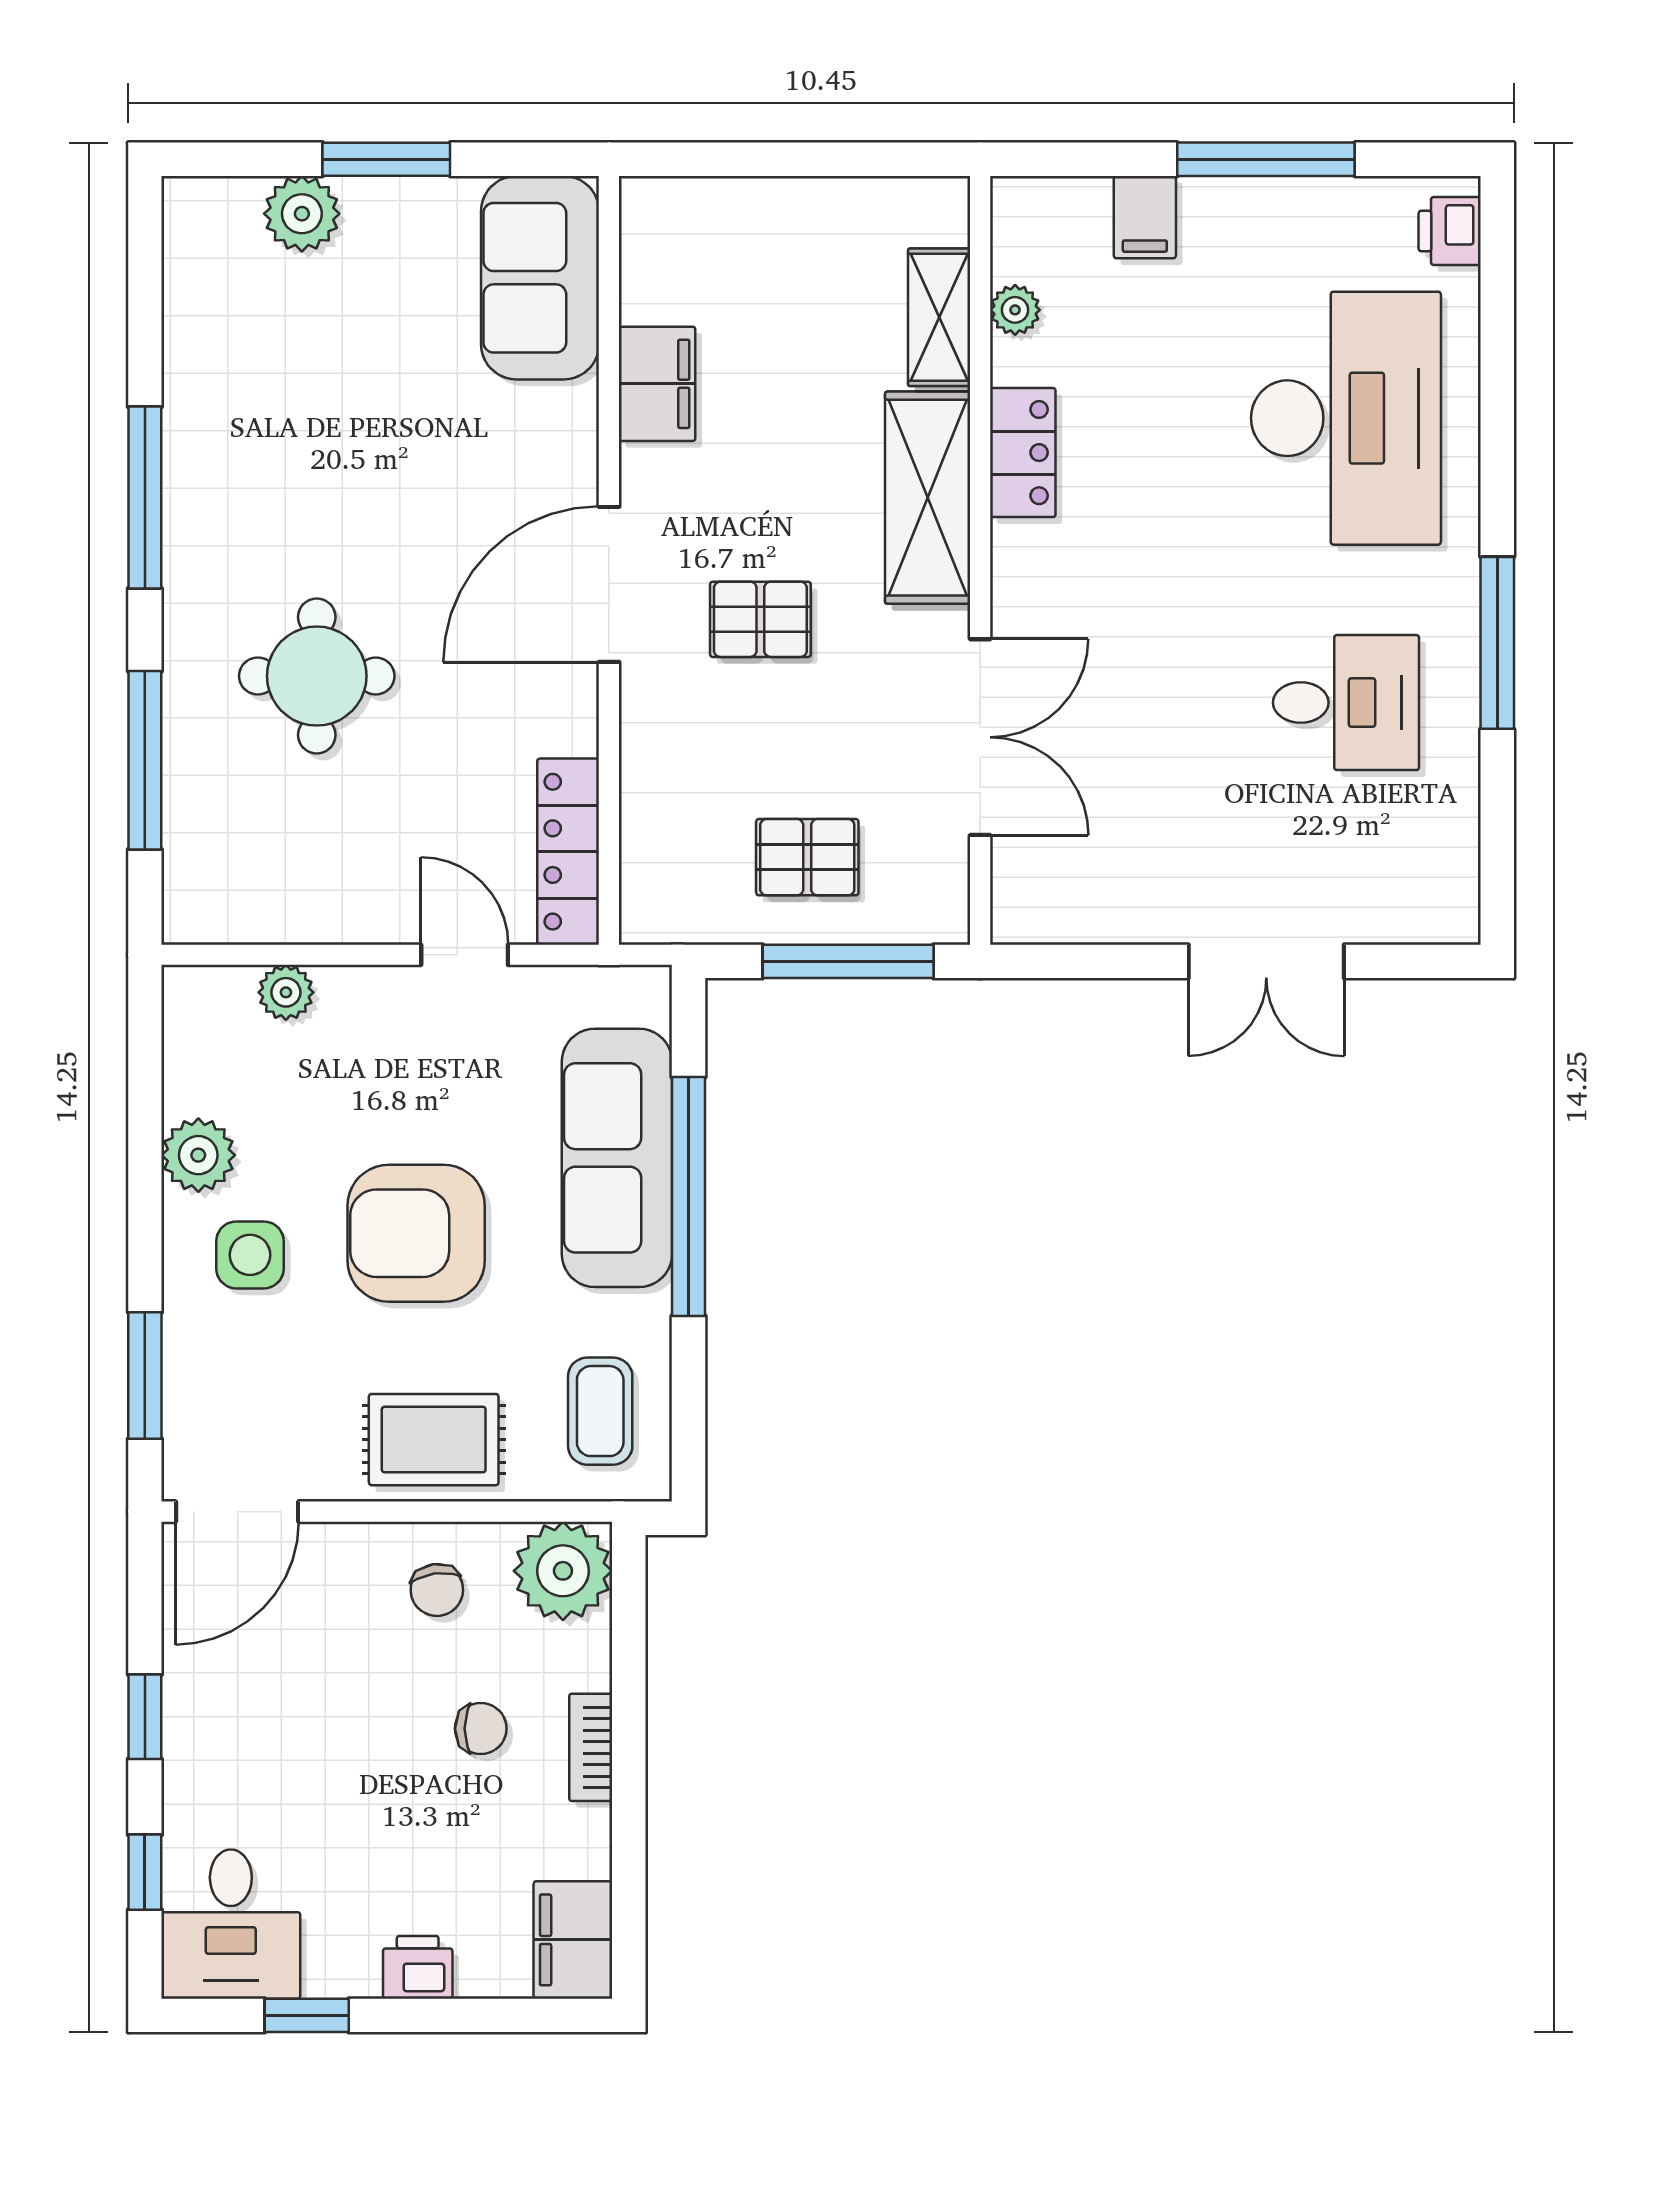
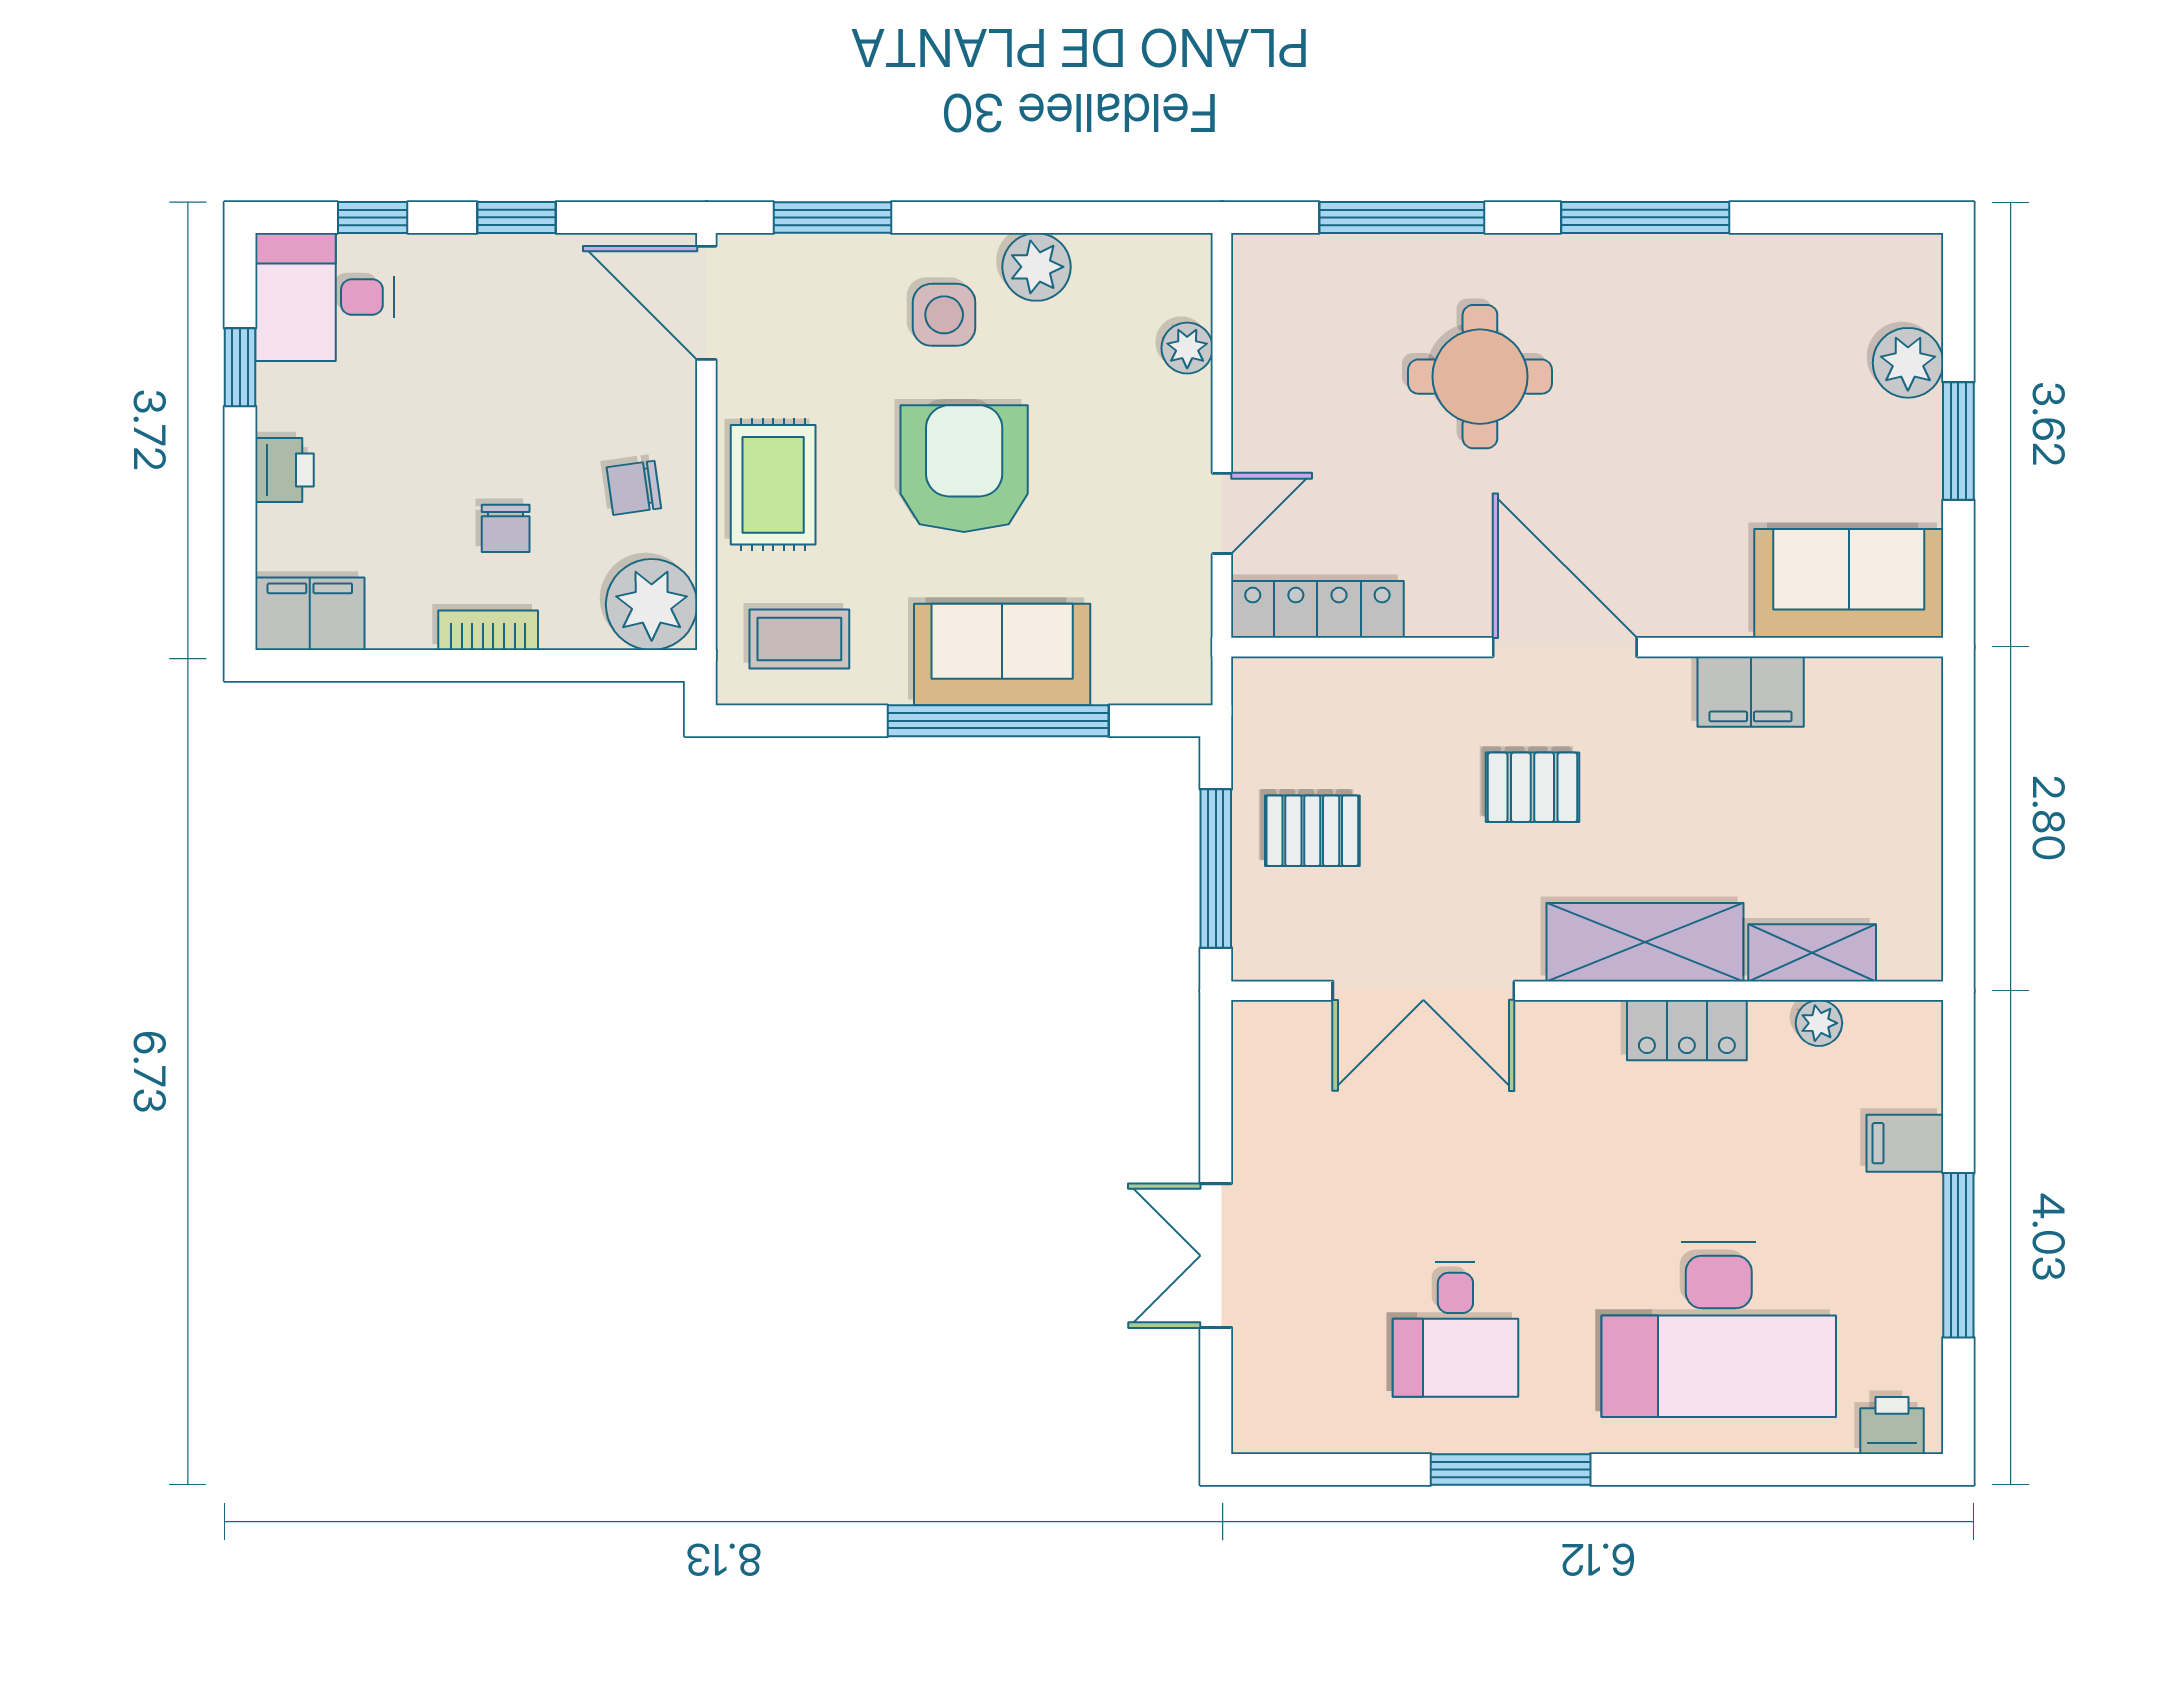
pallet: (760, 619) -> (1532, 787), turned 90
pallet: (807, 857) -> (1312, 831), turned 90
sofa: (617, 1158) -> (1002, 655), width x0.73

